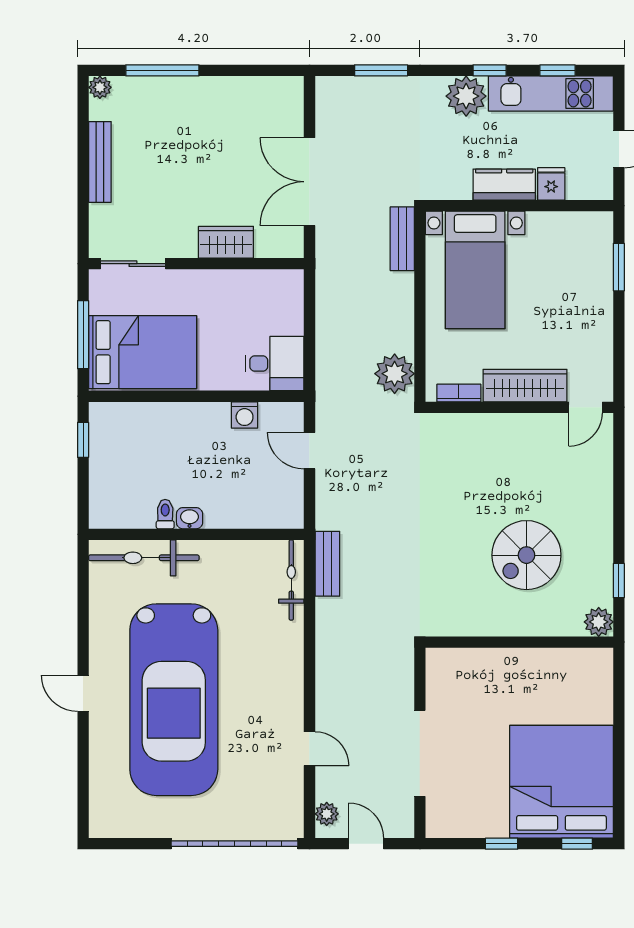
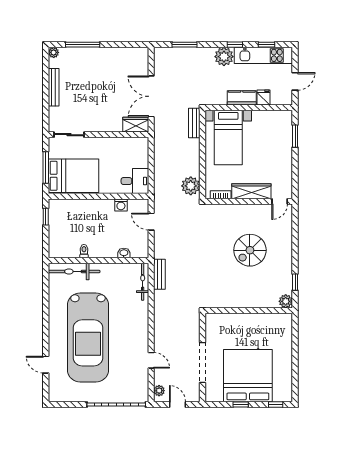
wardrobe: (226, 242) -> (136, 125), moved
washbasin: (190, 518) -> (124, 253), moved
spiral stairs: (526, 555) -> (250, 250), moved
door: (83, 693) -> (46, 365), moved
bed: (561, 782) -> (248, 376), moved

